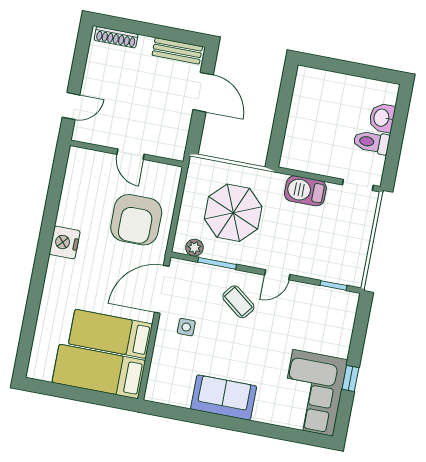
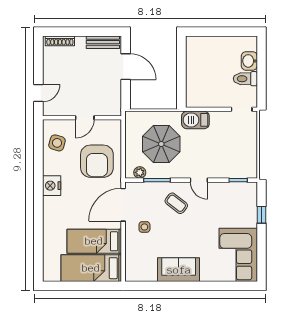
door: (130, 154) -> (85, 118), hinge flipped
side table: (84, 183) -> (57, 143), added
barbecue: (305, 191) -> (195, 120), moved
door: (277, 275) -> (199, 180), hinge flipped
window: (350, 378) -> (261, 215), moved

